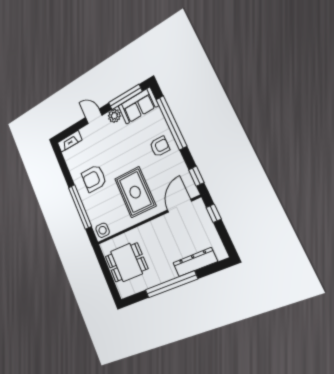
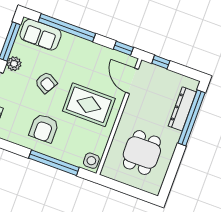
sofa: (138, 106) -> (41, 35), moved, turned 90
armchair: (160, 146) -> (46, 83), moved, turned 120
dining table: (126, 262) -> (142, 153), moved
window: (171, 285) -> (191, 118), moved

